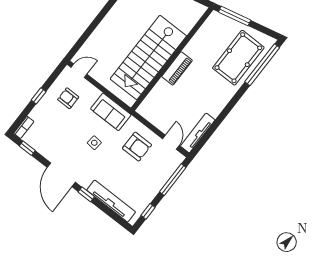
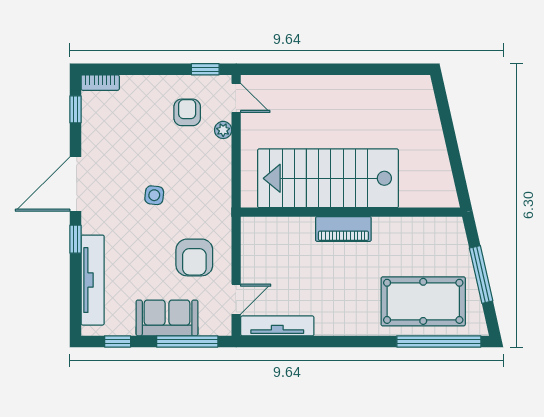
window: (235, 16) -> (481, 274), moved
plant: (89, 88) -> (223, 130), added
window: (39, 96) -> (205, 69), moved
sofa: (111, 112) -> (167, 318), moved, turned 90

